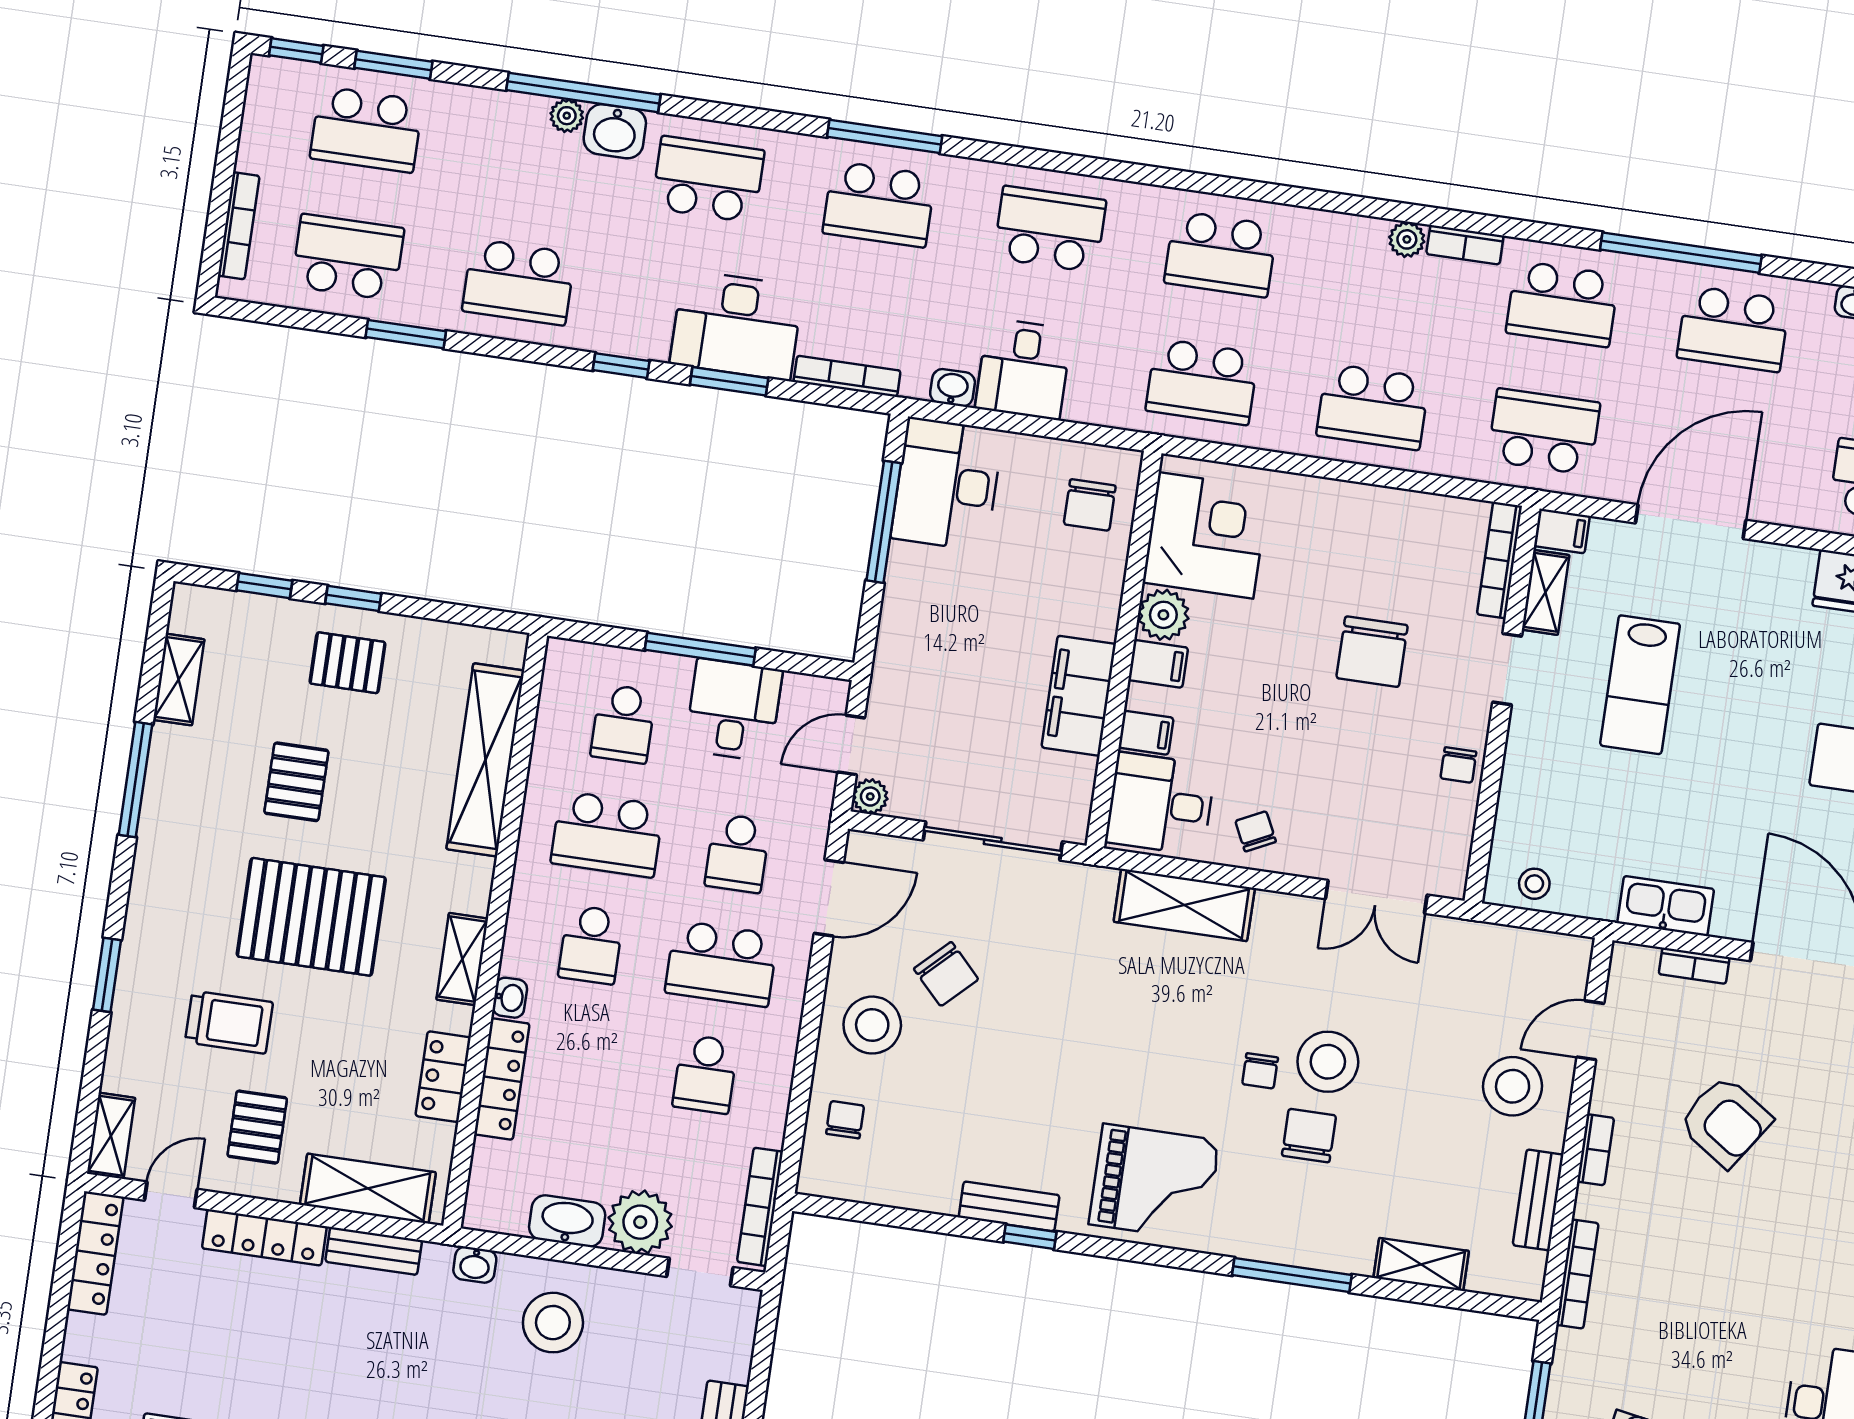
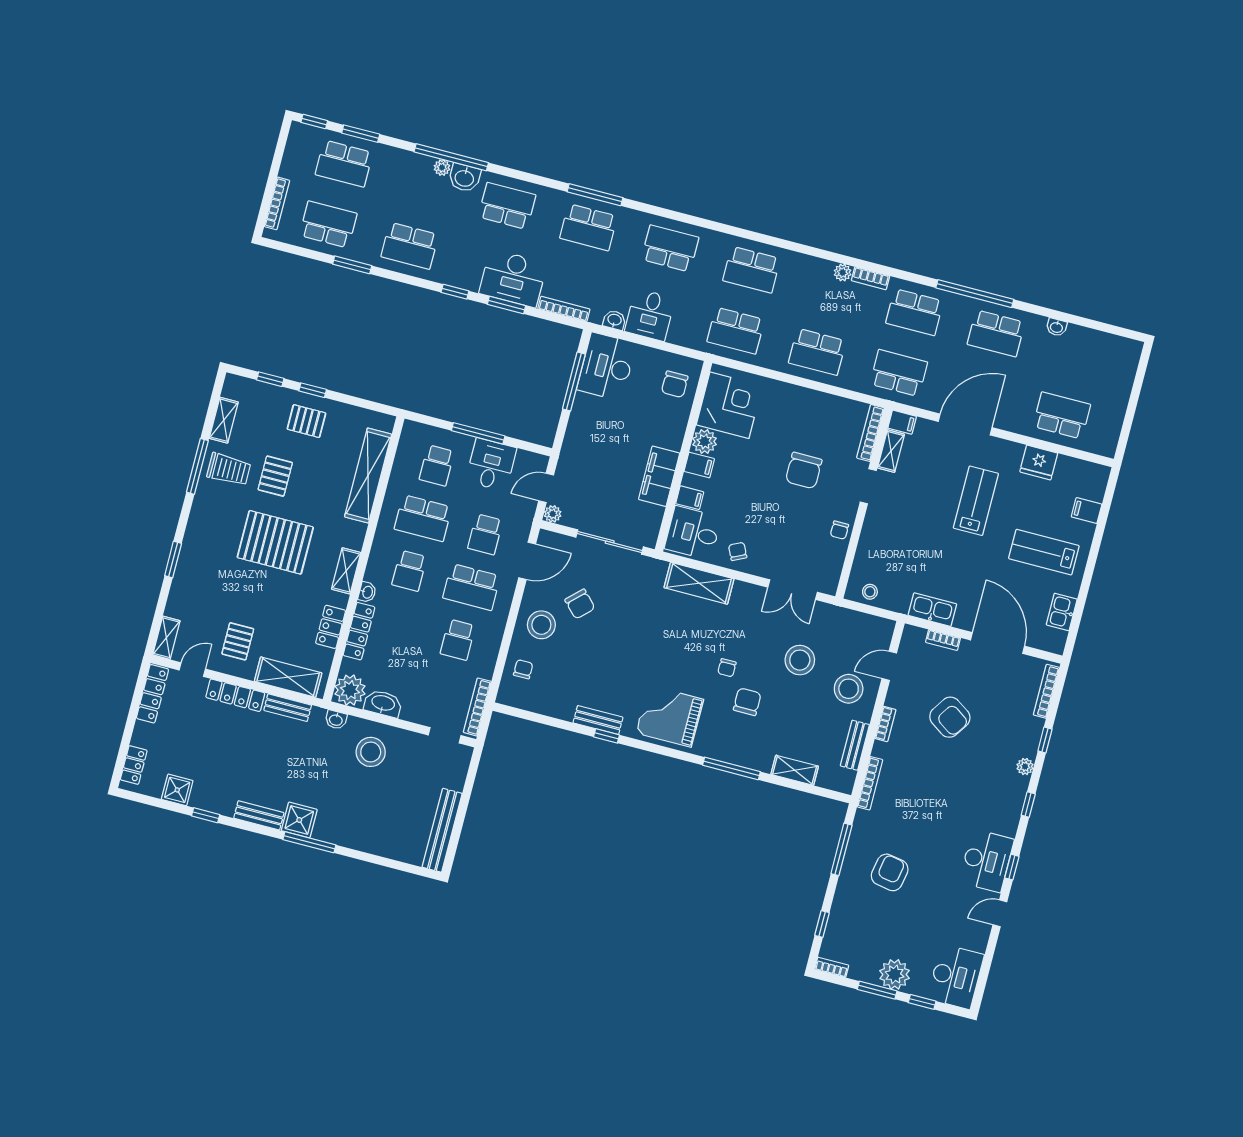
lab bench: (1640, 685) -> (976, 501), moved, turned 180
trolley: (229, 1022) -> (229, 469), moved
stool: (1328, 1062) -> (800, 660), moved
grand piano: (1154, 1182) -> (670, 716), turned 180
plant: (640, 1222) -> (350, 690), moved

